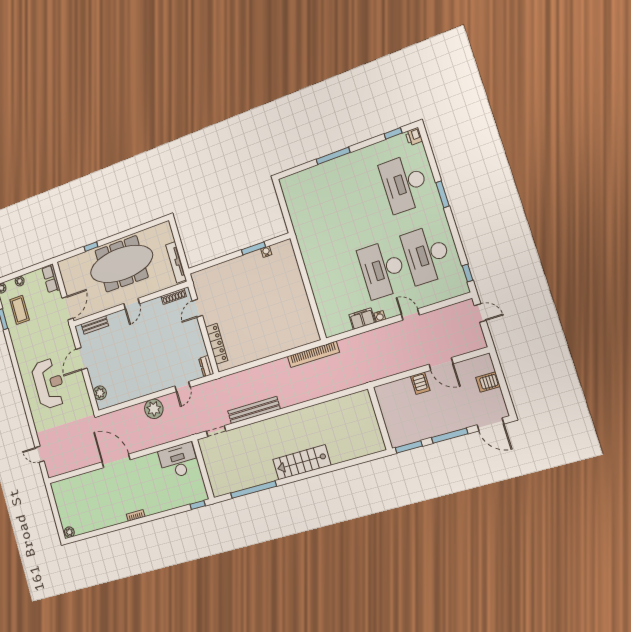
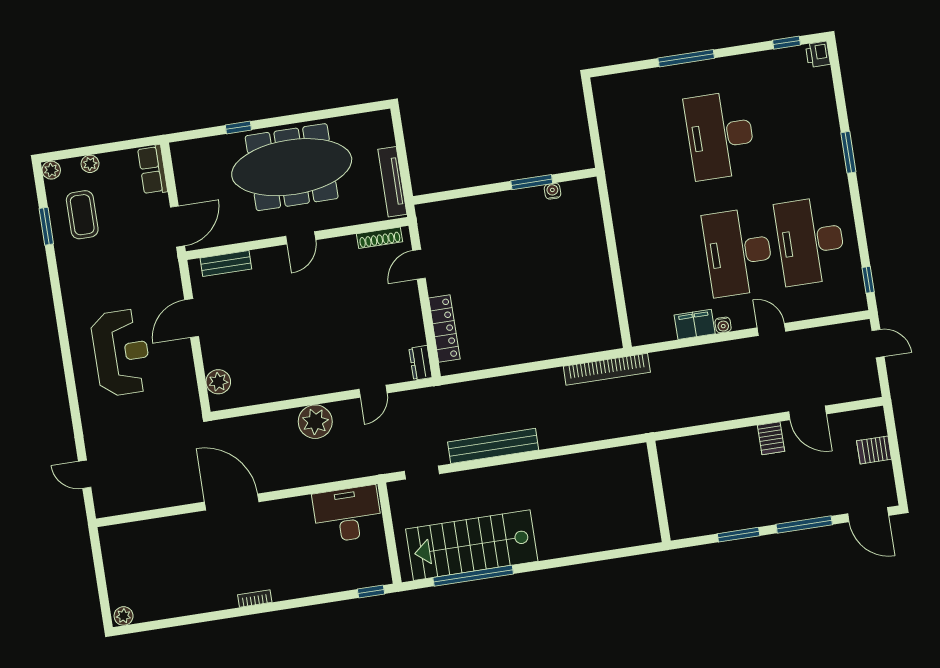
desk: (404, 183) -> (720, 135), moved
wall: (380, 418) -> (659, 491), moved
stairs: (302, 462) -> (472, 545), moved, width x1.36, depth x1.51

